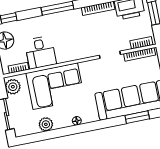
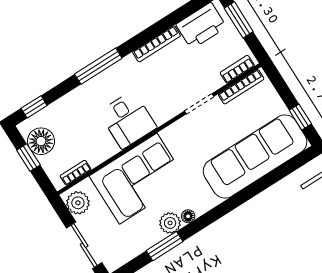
desk: (40, 52) -> (128, 120), moved
window: (137, 117) -> (165, 246), moved
plant: (46, 124) -> (170, 223), moved

